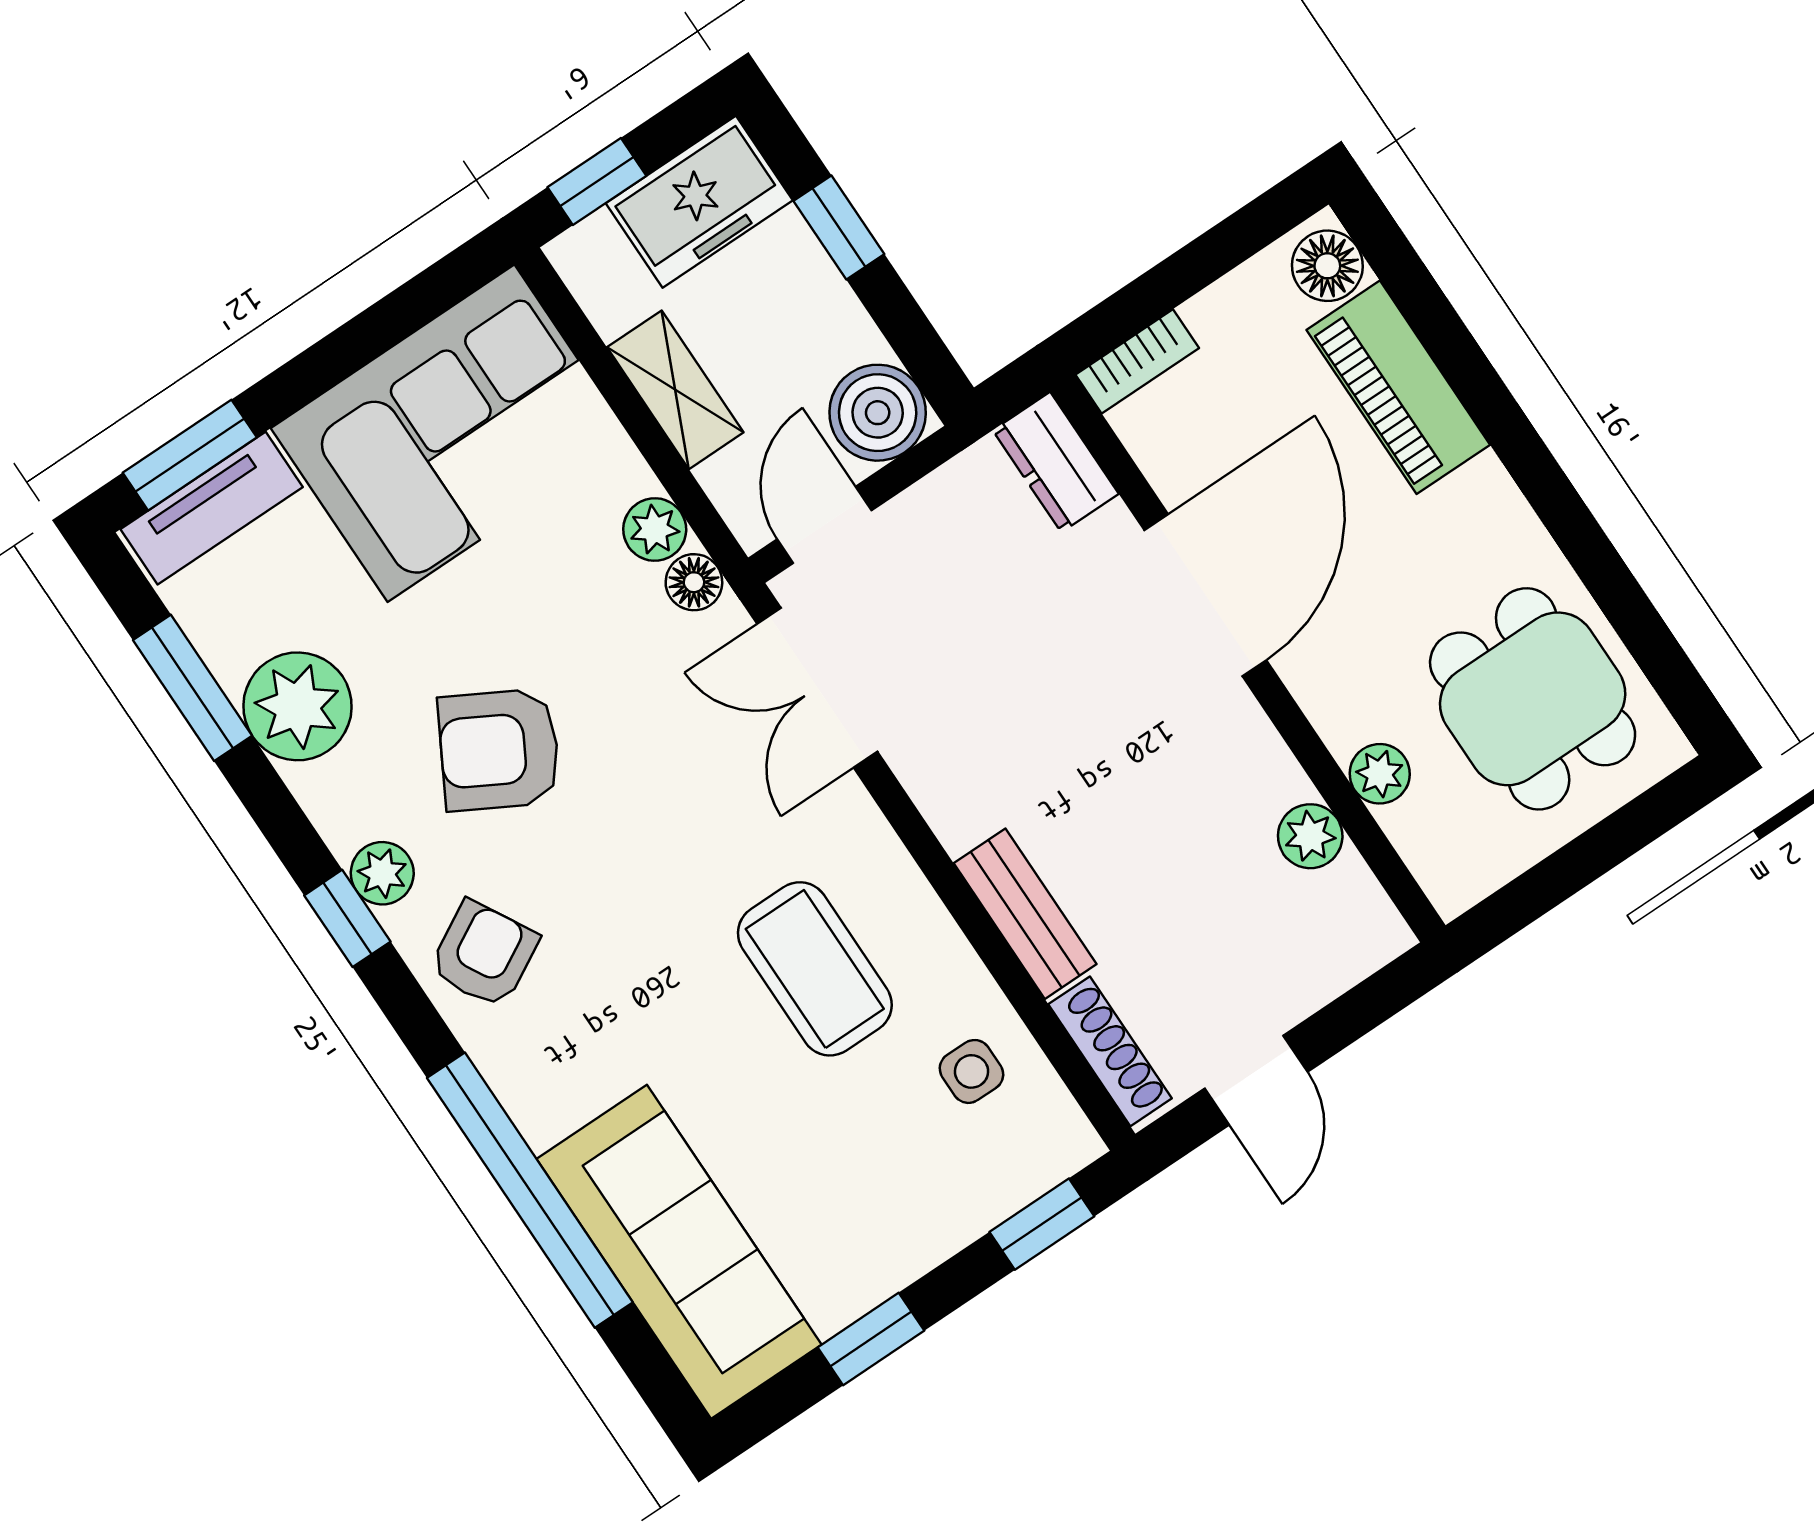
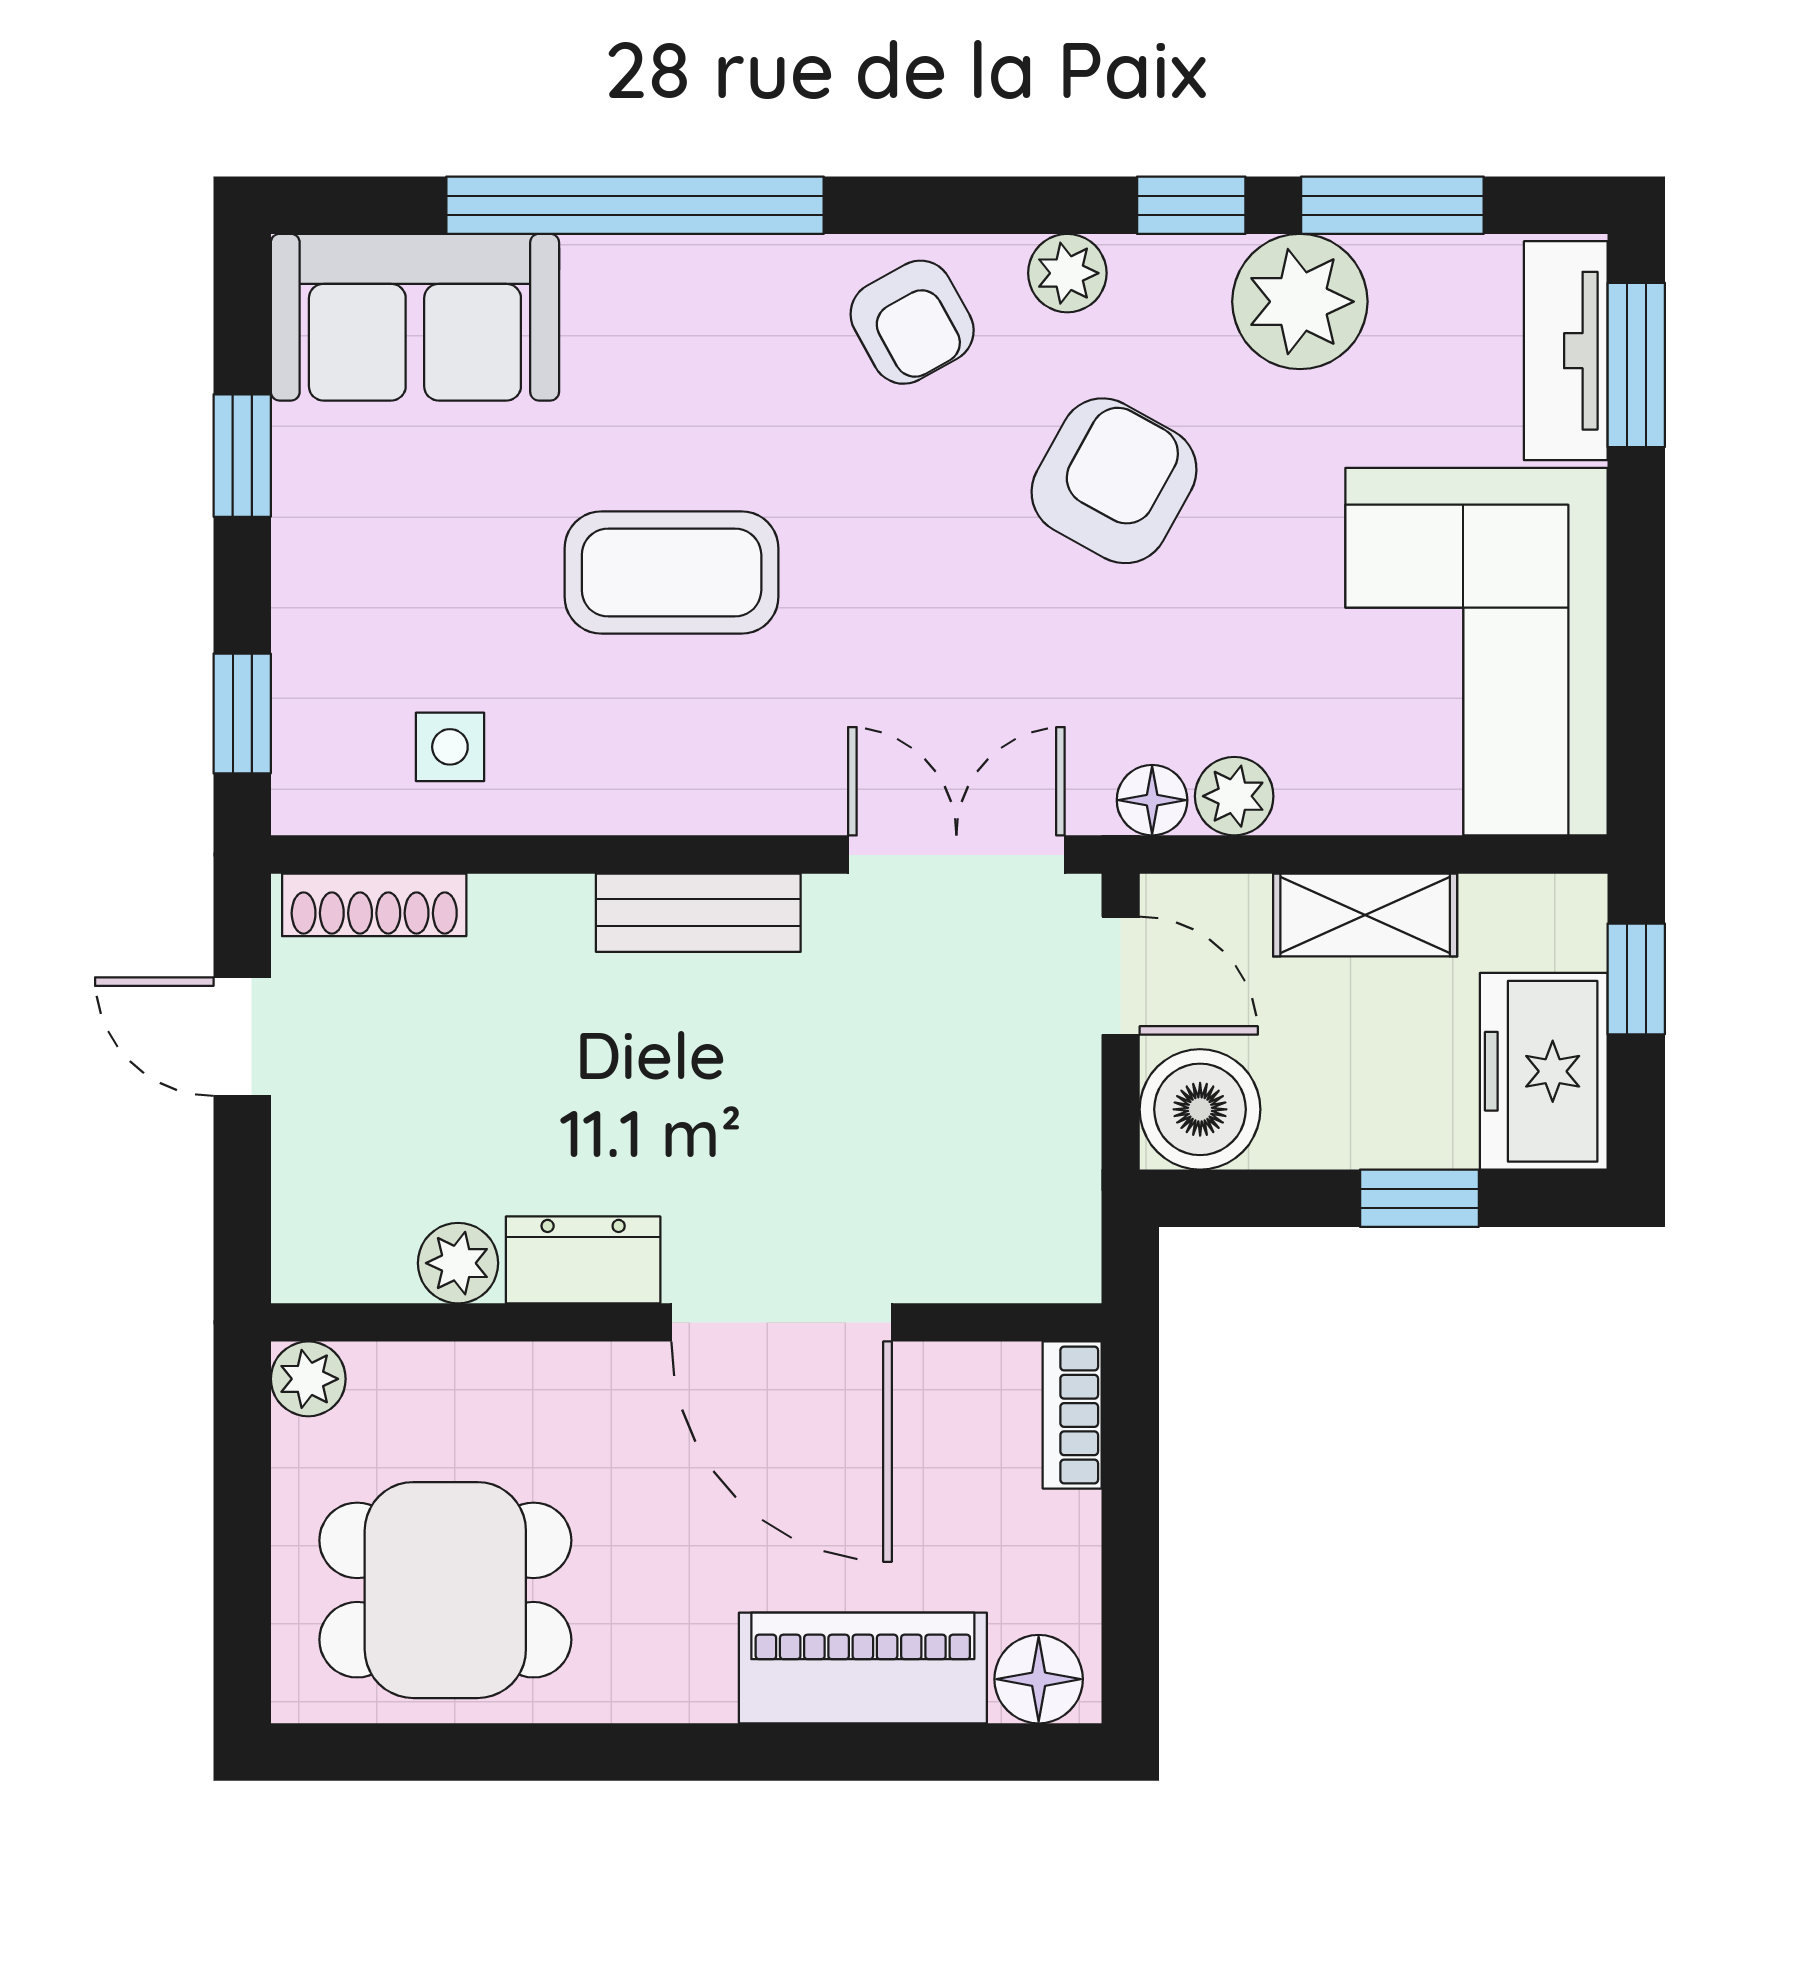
dresser: (1056, 462) -> (583, 1260), moved
plant: (1380, 774) -> (308, 1379), moved
bench: (1025, 914) -> (698, 913), moved
window: (347, 918) -> (1191, 205), moved
coffee table: (815, 969) -> (672, 573), moved
sofa: (679, 1252) -> (415, 317), width x0.73

